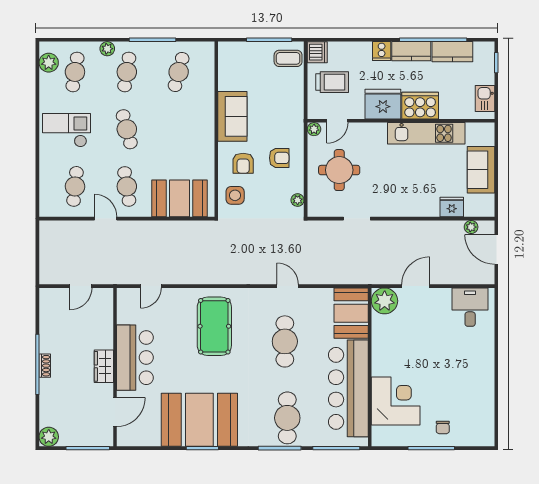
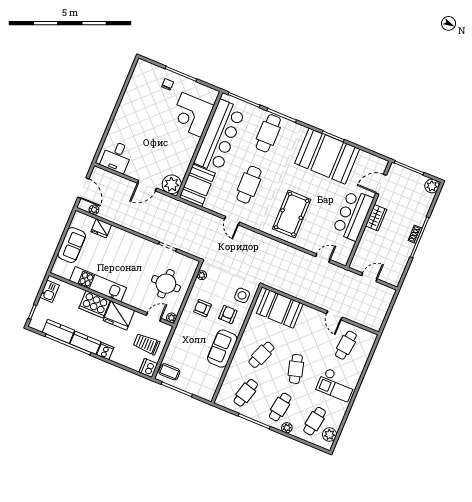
cafe table: (127, 186) -> (261, 355), moved, turned 30

